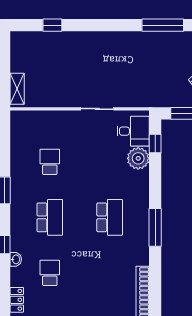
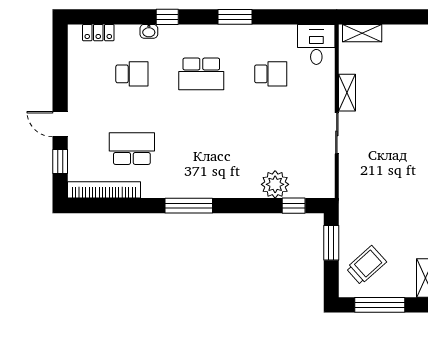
shelving: (65, 101) -> (347, 93), added
desk: (133, 131) -> (316, 44), moved, turned 180
school desk: (110, 217) -> (132, 149), moved, turned 180

